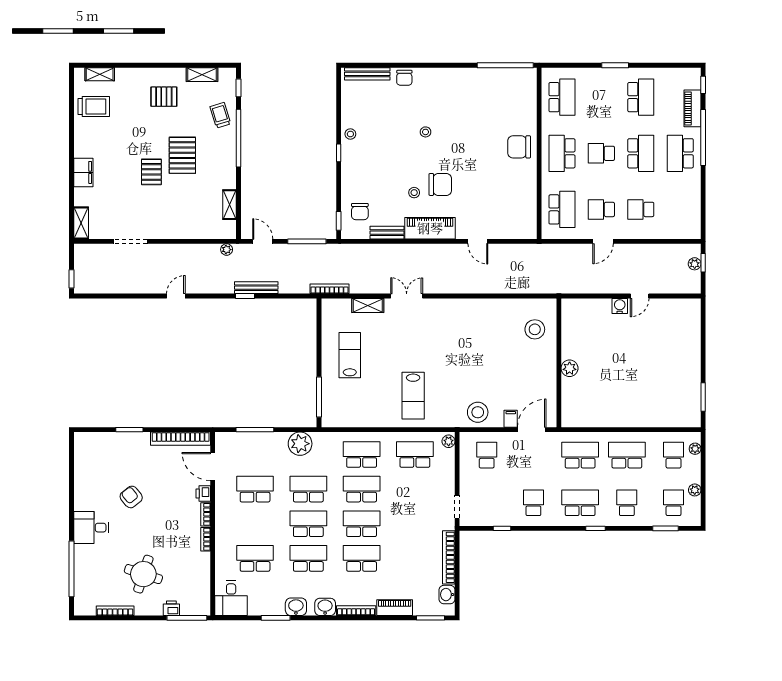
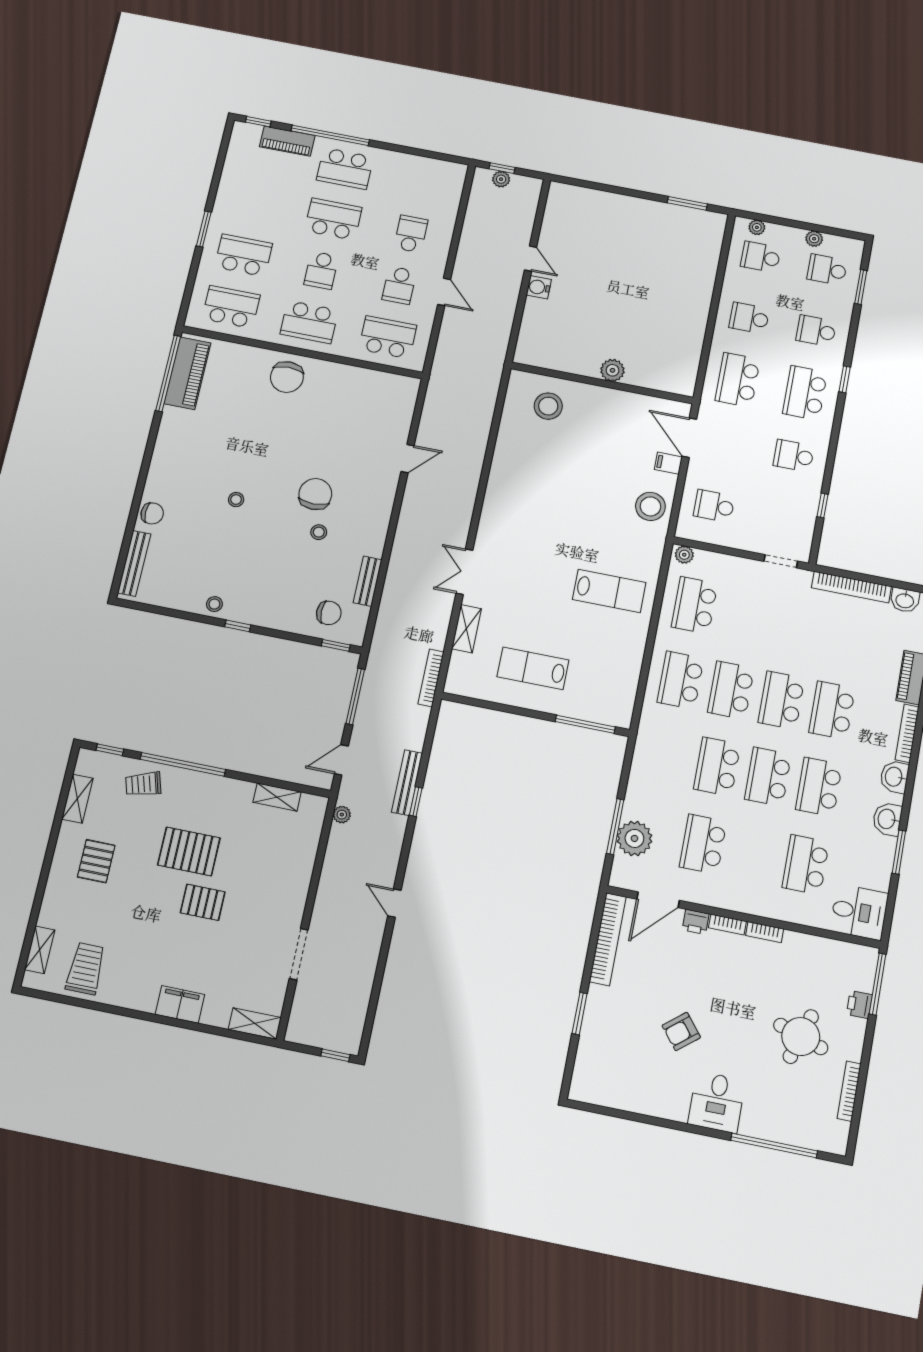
school desk: (641, 97) -> (244, 255), moved
school desk: (641, 209) -> (411, 234), turned 180
piano: (430, 228) -> (188, 373), moved, turned 180
plant: (300, 444) -> (634, 838), moved
school desk: (627, 455) -> (749, 318), width x0.54

